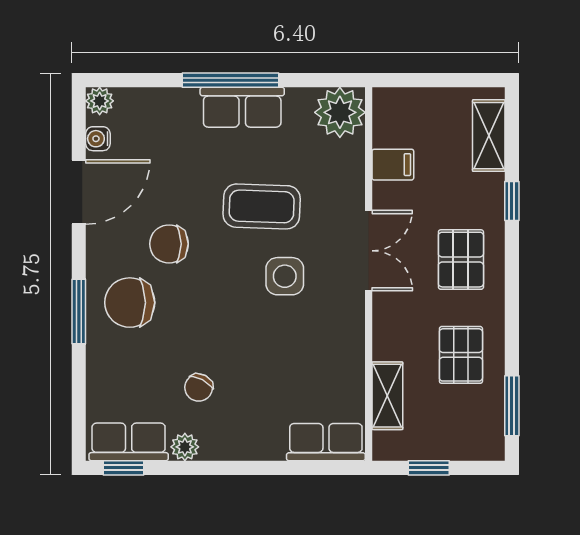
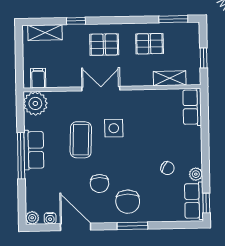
filing cabinet: (393, 165) -> (38, 78), moved

